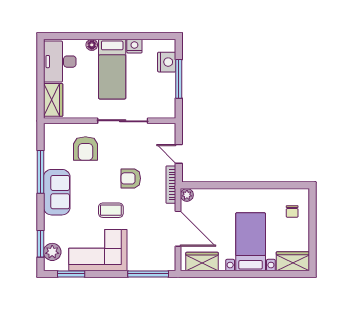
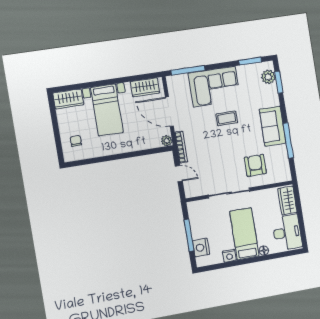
armchair: (131, 178) -> (215, 147), removed
corner sofa: (98, 250) -> (214, 87), moved

